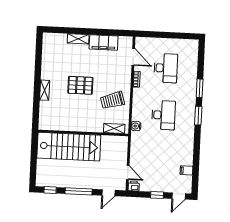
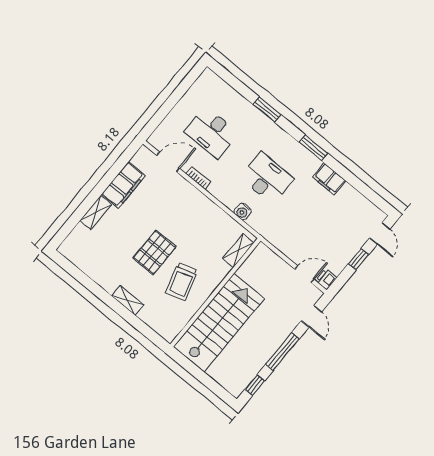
desk: (166, 68) -> (211, 133), turned 180
trolley: (112, 100) -> (182, 282), moved
window: (198, 116) -> (314, 148), moved
water cooler: (136, 126) -> (243, 212), moved
filing cabinet: (186, 170) -> (329, 179), moved, width x2.00

